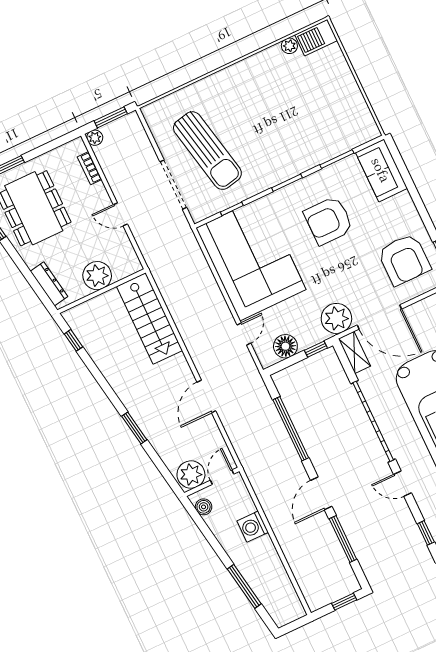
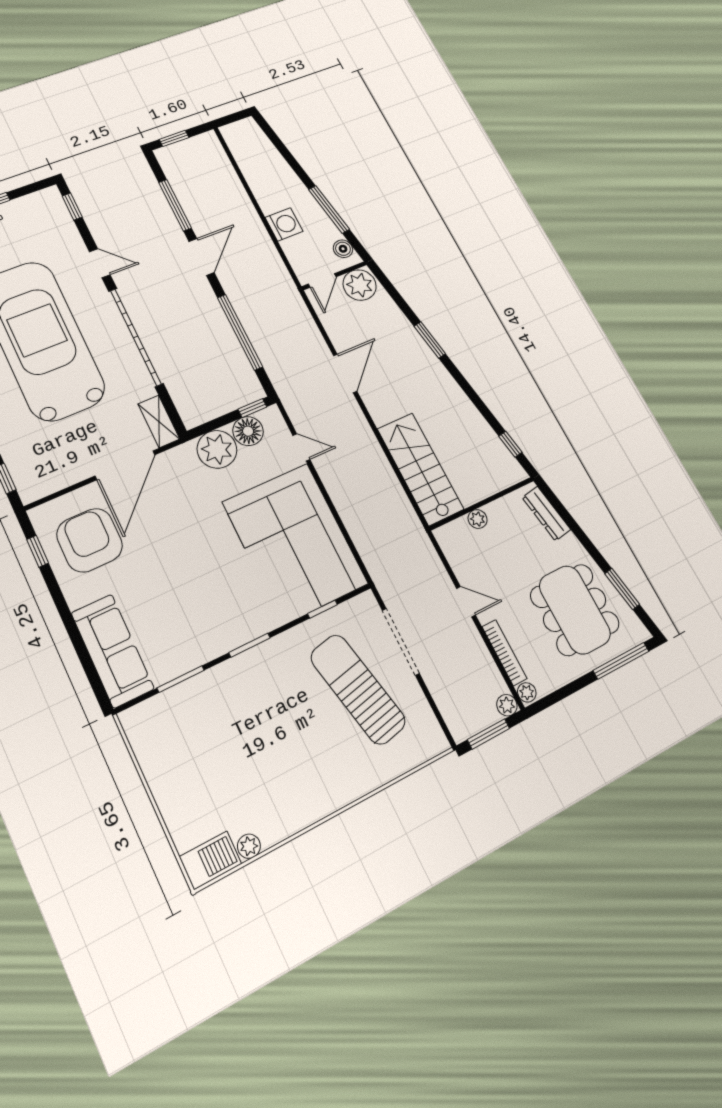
plant: (78, 147) -> (527, 692), added
bookcase: (90, 168) -> (504, 653), width x1.56
sofa: (381, 170) -> (112, 651), width x1.36
armchair: (329, 221) -> (192, 593), removed
plant: (97, 276) -> (478, 519), width x0.53, depth x0.53
door: (379, 317) -> (125, 465), swing flipped
plant: (336, 318) -> (217, 449), moved
door: (244, 334) -> (301, 447), swing flipped
window: (316, 349) -> (252, 408), moved
window: (244, 586) -> (329, 209), moved

